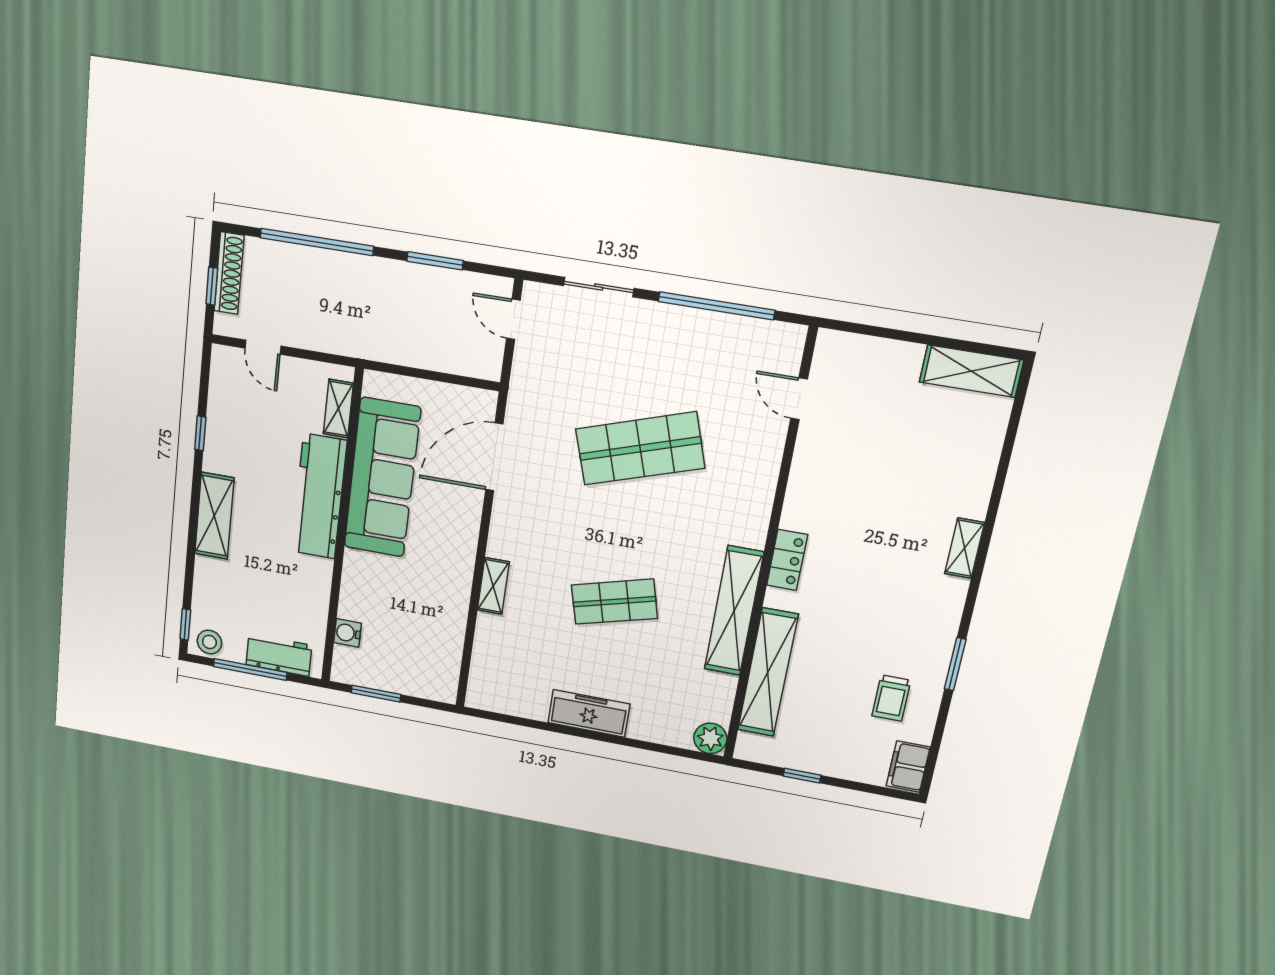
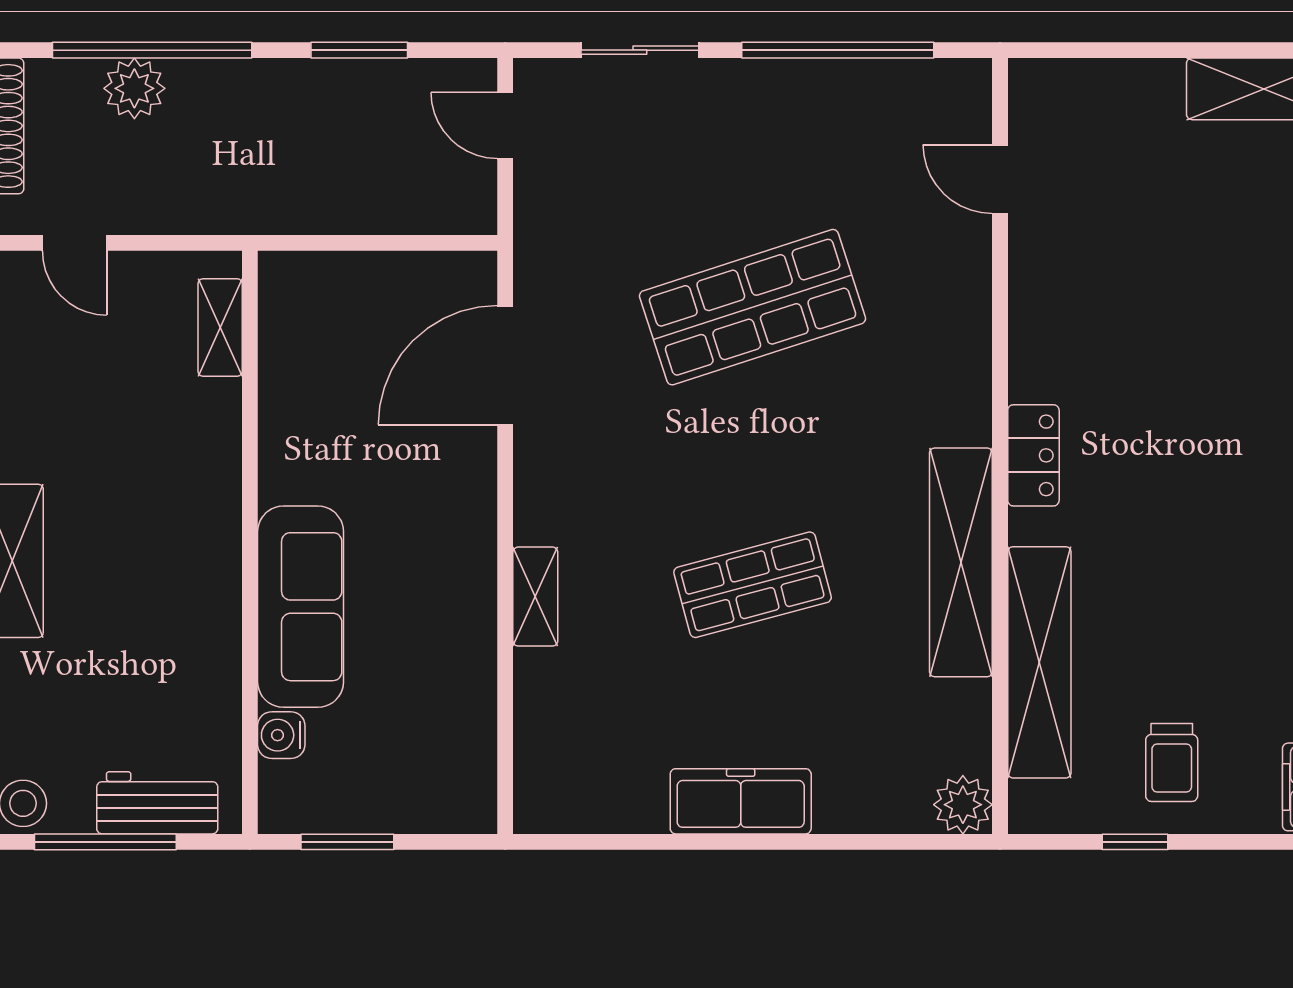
plant: (304, 263) -> (134, 88), added
sofa: (382, 478) -> (301, 607), moved, width x0.74, depth x0.79
workbench: (319, 496) -> (202, 490), removed
trolley: (891, 698) -> (1172, 763), moved

